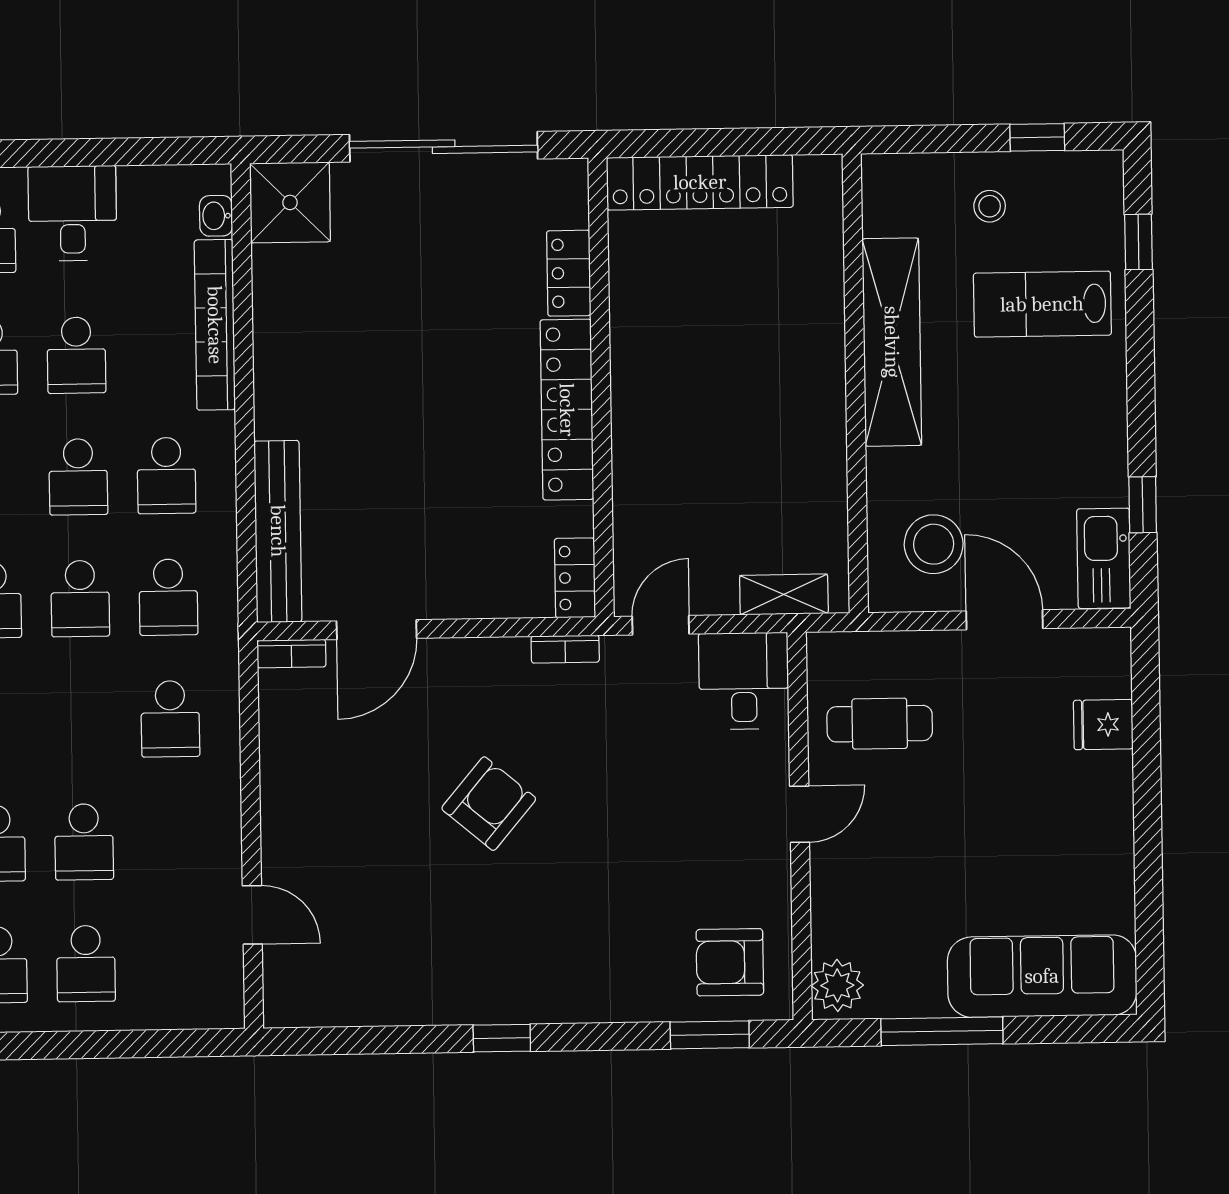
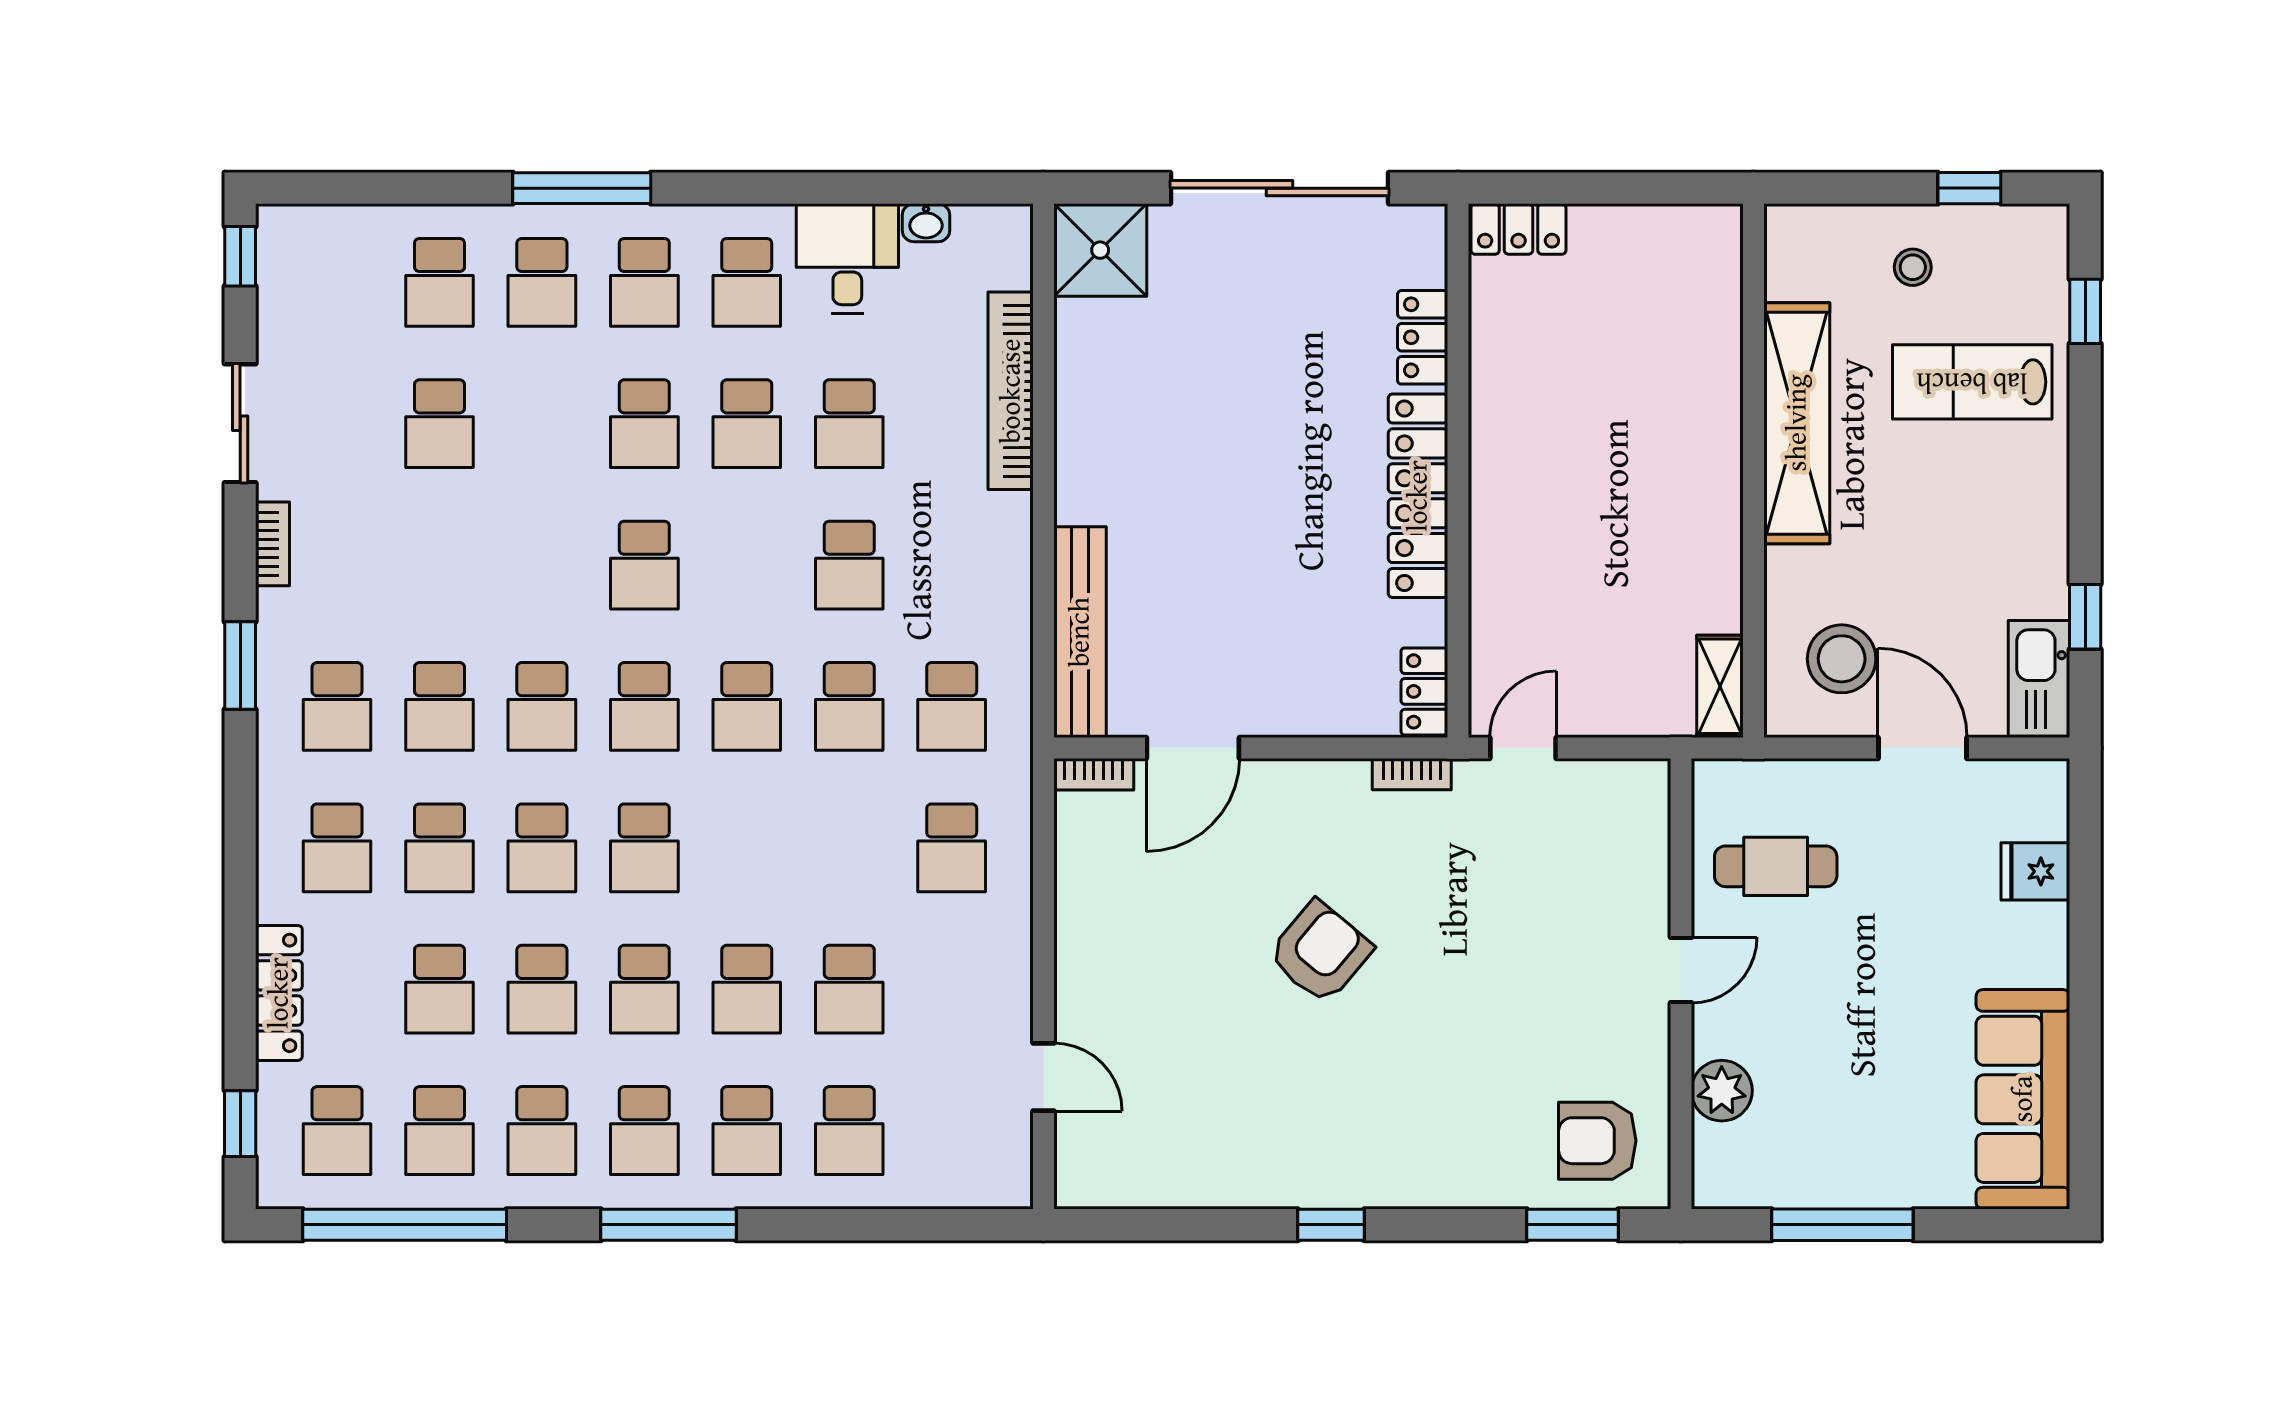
locker: (700, 182) -> (1519, 229), width x0.46, depth x0.83
washbasin: (216, 216) -> (926, 223), moved, turned -90
school desk: (166, 476) -> (952, 565), removed
shelving: (784, 594) -> (1720, 686), moved, turned 90
desk: (744, 681) -> (1619, 814), removed
sofa: (1042, 976) -> (2023, 1099), moved, turned -90
plant: (837, 985) -> (1722, 1091), moved

